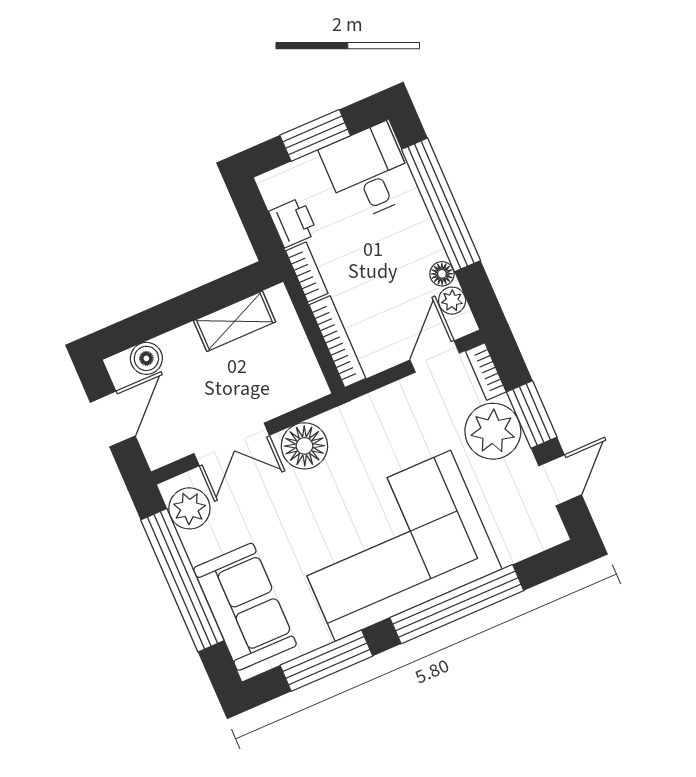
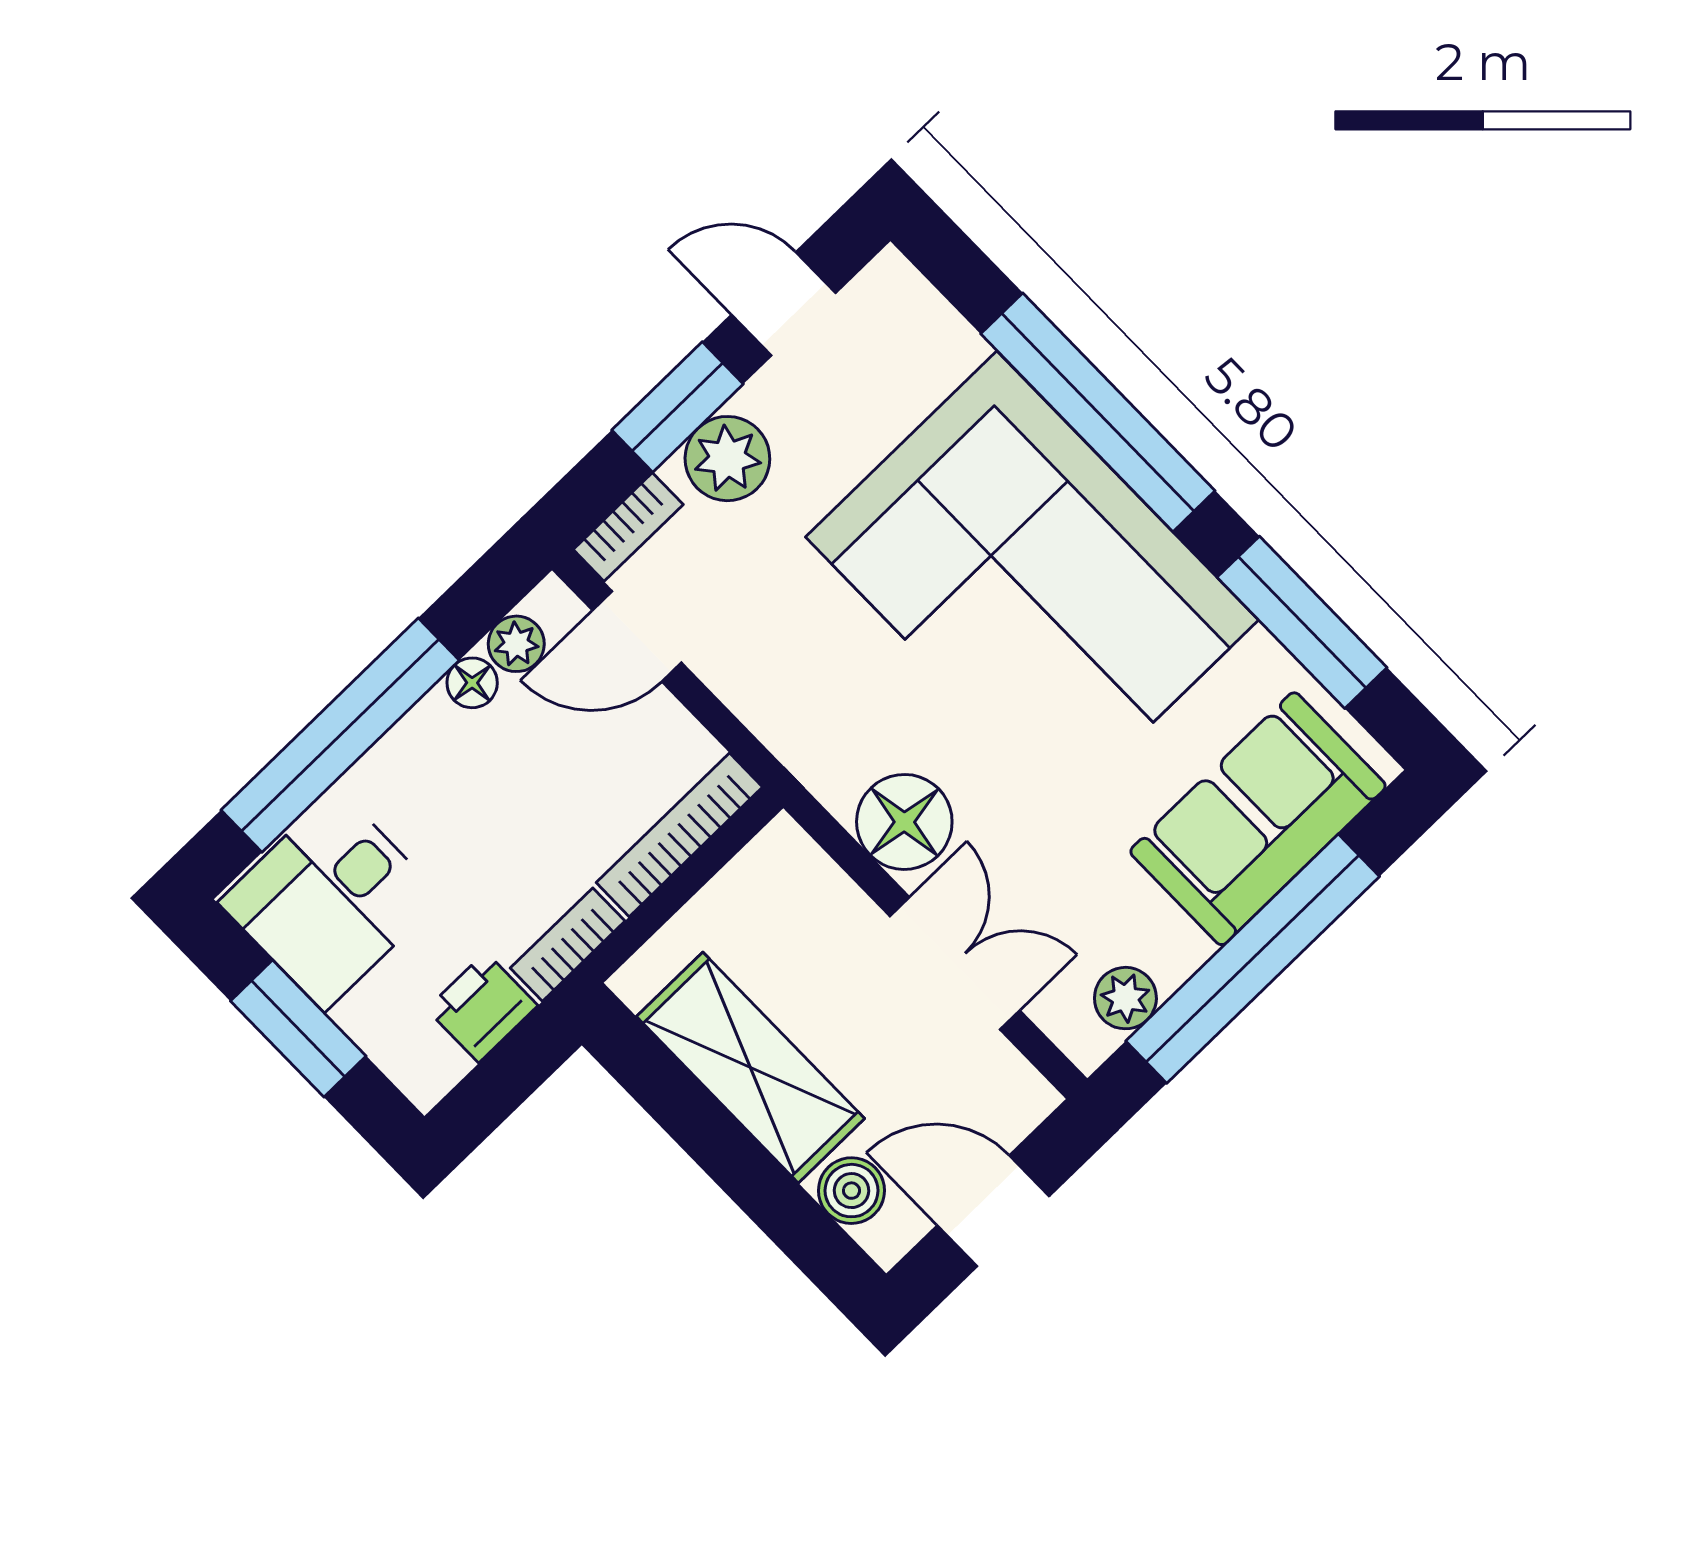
shelving: (235, 321) -> (751, 1068), width x1.50, depth x1.33
plant: (493, 431) -> (727, 459), width x0.73, depth x0.73
plant: (189, 508) -> (1125, 998), width x0.73, depth x0.73

